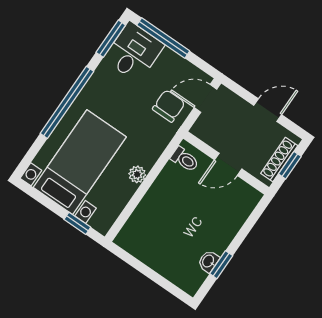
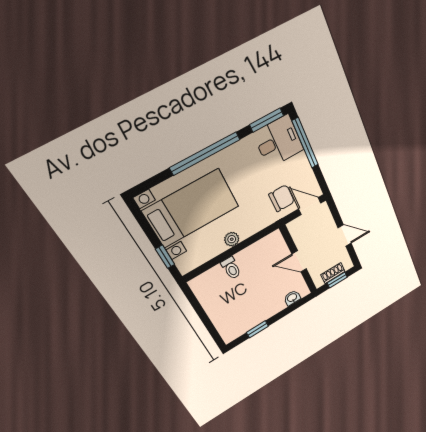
toilet: (185, 159) -> (231, 268), moved
shoe rack: (279, 160) -> (333, 273), width x0.70
washbasin: (208, 261) -> (292, 298), moved

